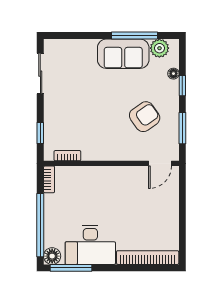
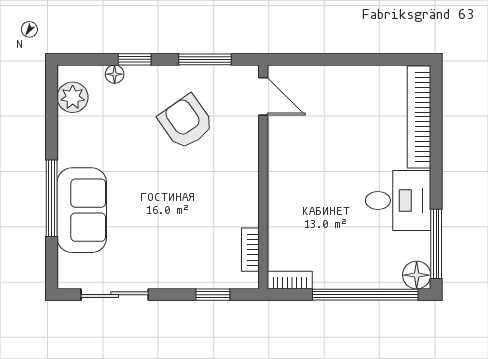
window: (135, 36) -> (52, 198), moved
sofa: (123, 54) -> (82, 210), moved
desk: (90, 245) -> (398, 200), width x0.73

